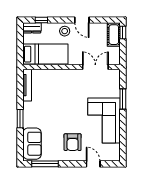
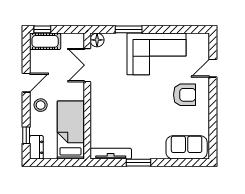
floor lamp: (115, 75) -> (97, 40), added
window: (20, 119) -> (138, 163), moved
window: (45, 164) -> (213, 131), removed

